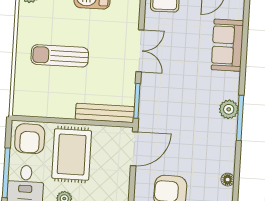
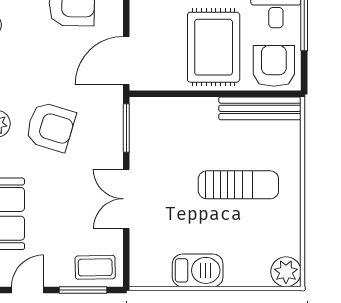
armchair: (191, 105) -> (50, 127), added
bench: (105, 113) -> (260, 108), moved

